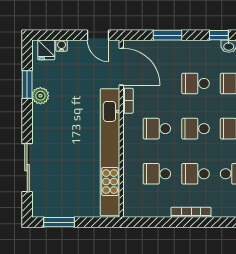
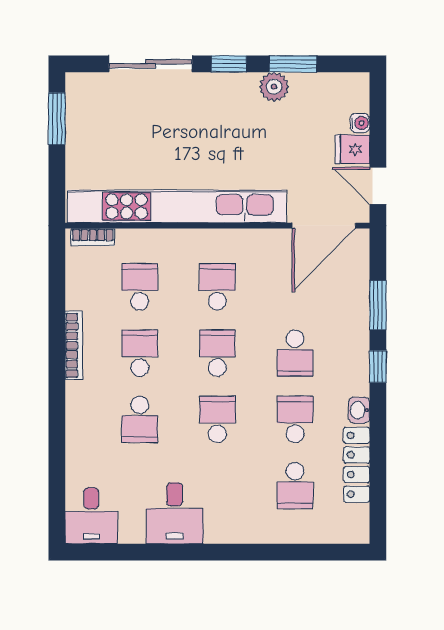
door: (98, 35) -> (378, 186), hinge flipped
window: (219, 35) -> (378, 367), moved
fridge: (46, 50) -> (352, 149), moved
school desk: (195, 83) -> (295, 353), turned 180
bookcase: (128, 101) -> (93, 237), moved
window: (27, 122) -> (229, 64), added

